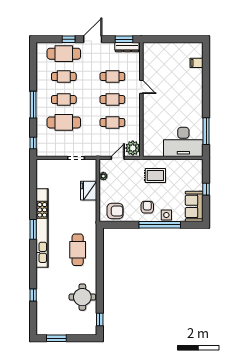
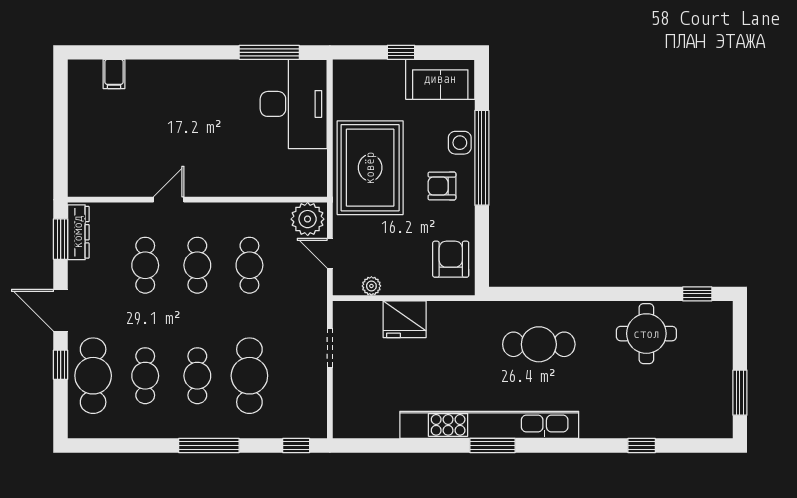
rug: (155, 176) -> (370, 168), width x1.86, depth x2.06

